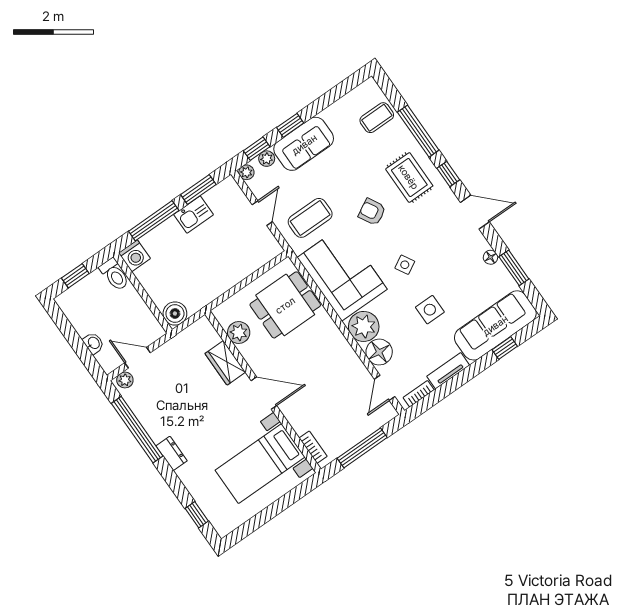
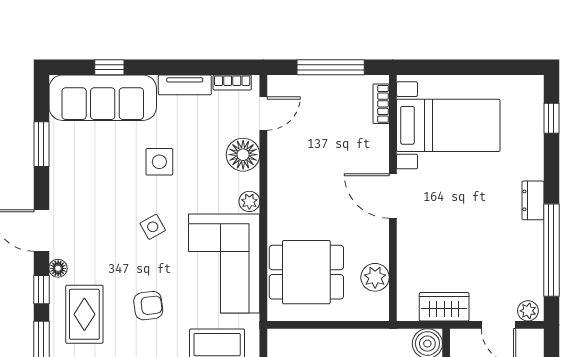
armchair: (372, 212) -> (148, 306), turned -68
floor lamp: (491, 257) -> (58, 268), moved
plant: (364, 326) -> (249, 201), width x0.53, depth x0.53
wardrobe: (225, 363) -> (444, 307), moved, turned -90

